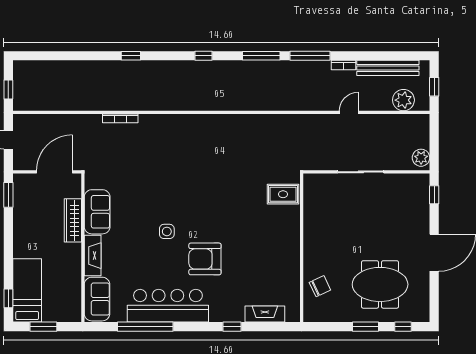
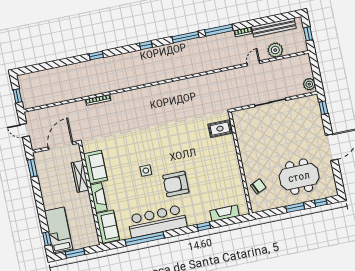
plant: (403, 100) -> (275, 50), moved

